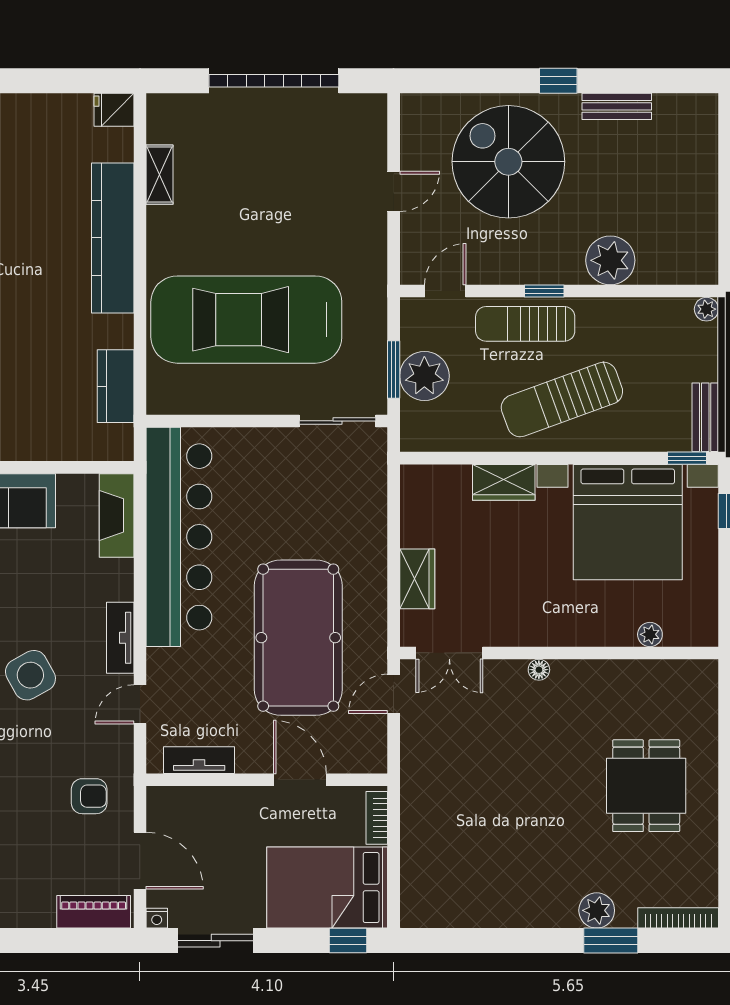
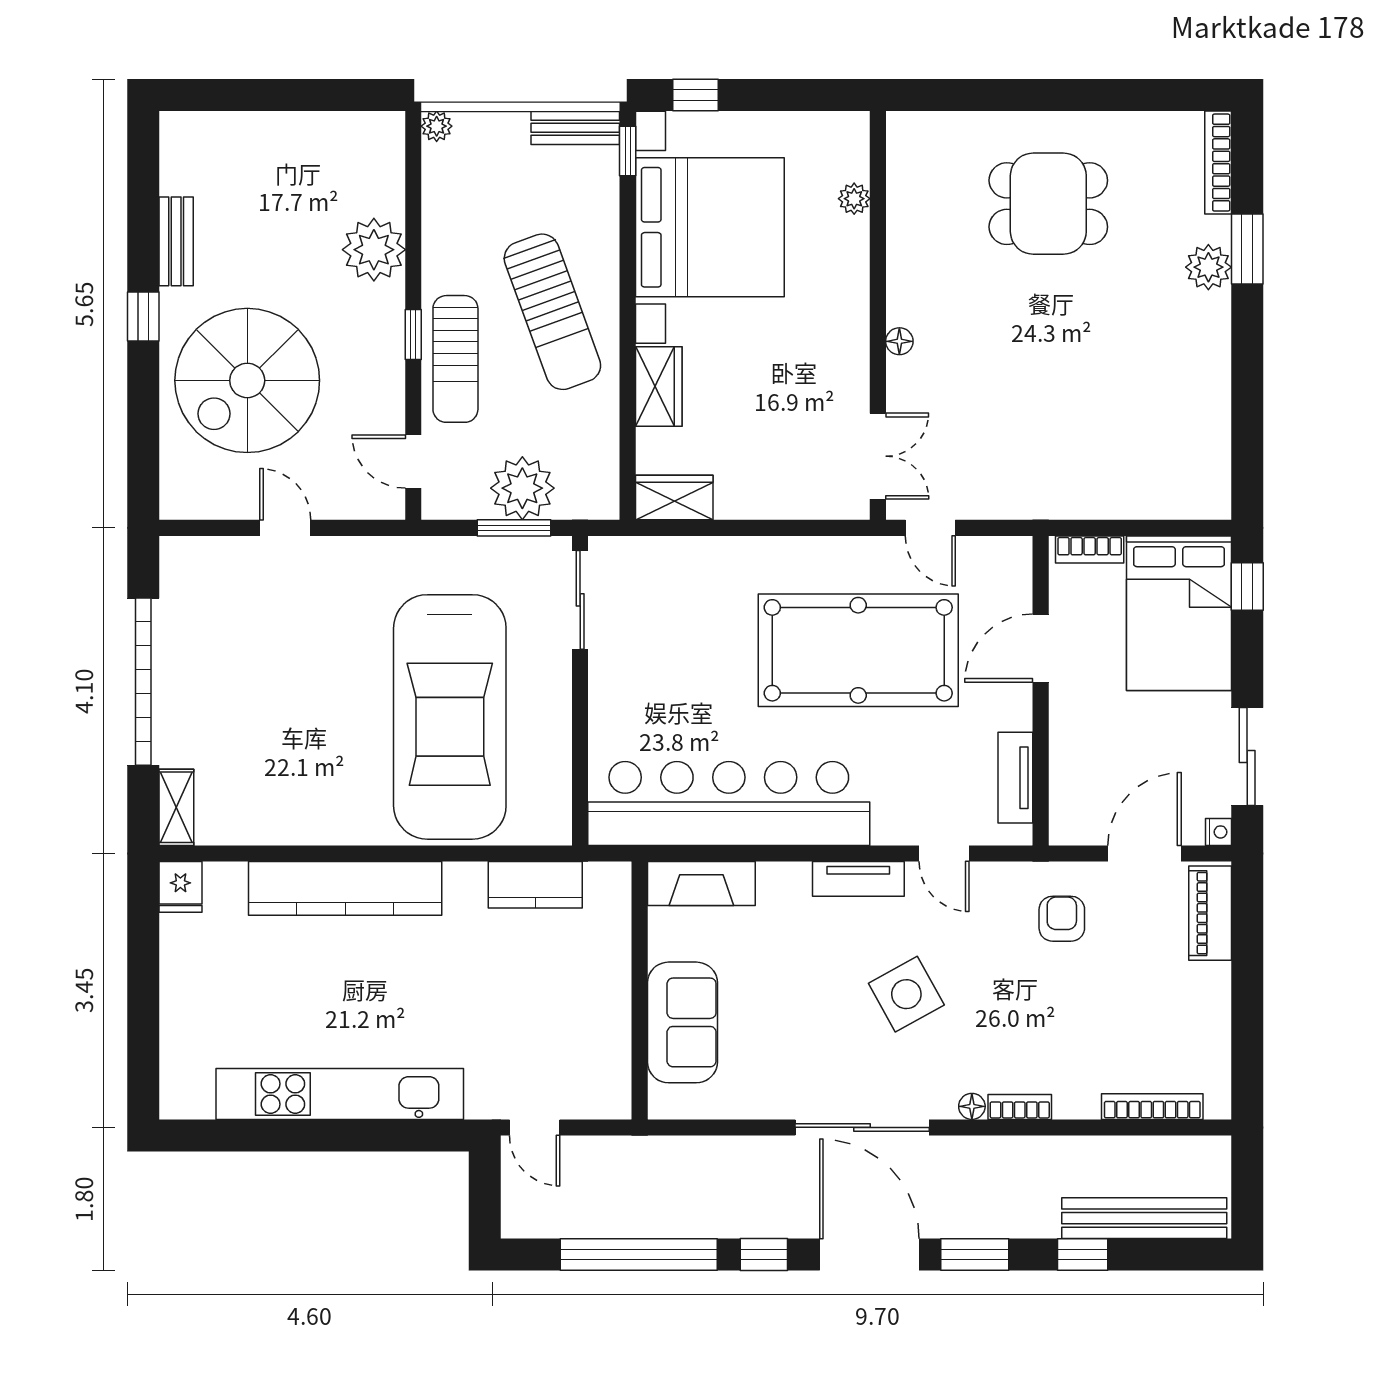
shelving: (160, 175) -> (176, 807), moved, turned 90
wardrobe: (417, 579) -> (674, 498), moved

